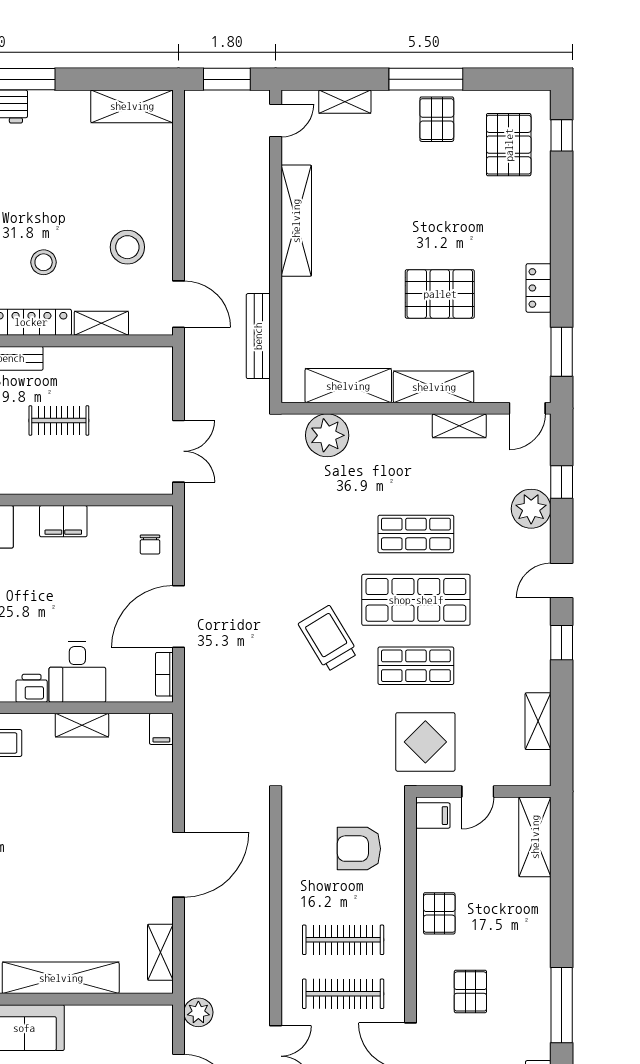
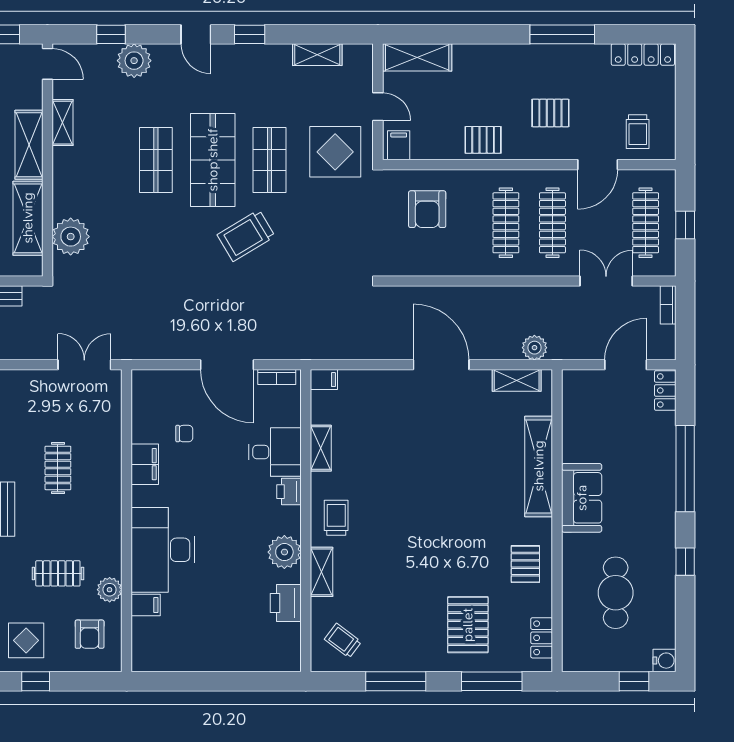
chair: (150, 545) -> (184, 434), moved
plant: (198, 1012) -> (534, 348), moved

